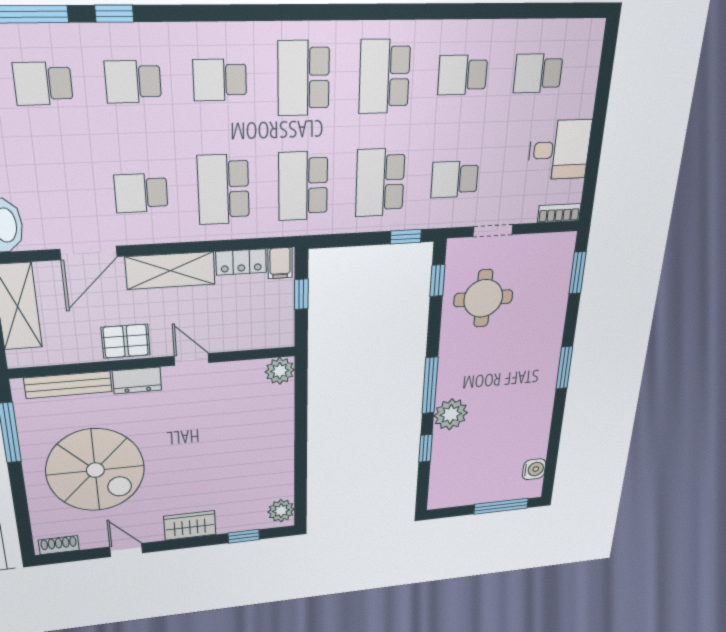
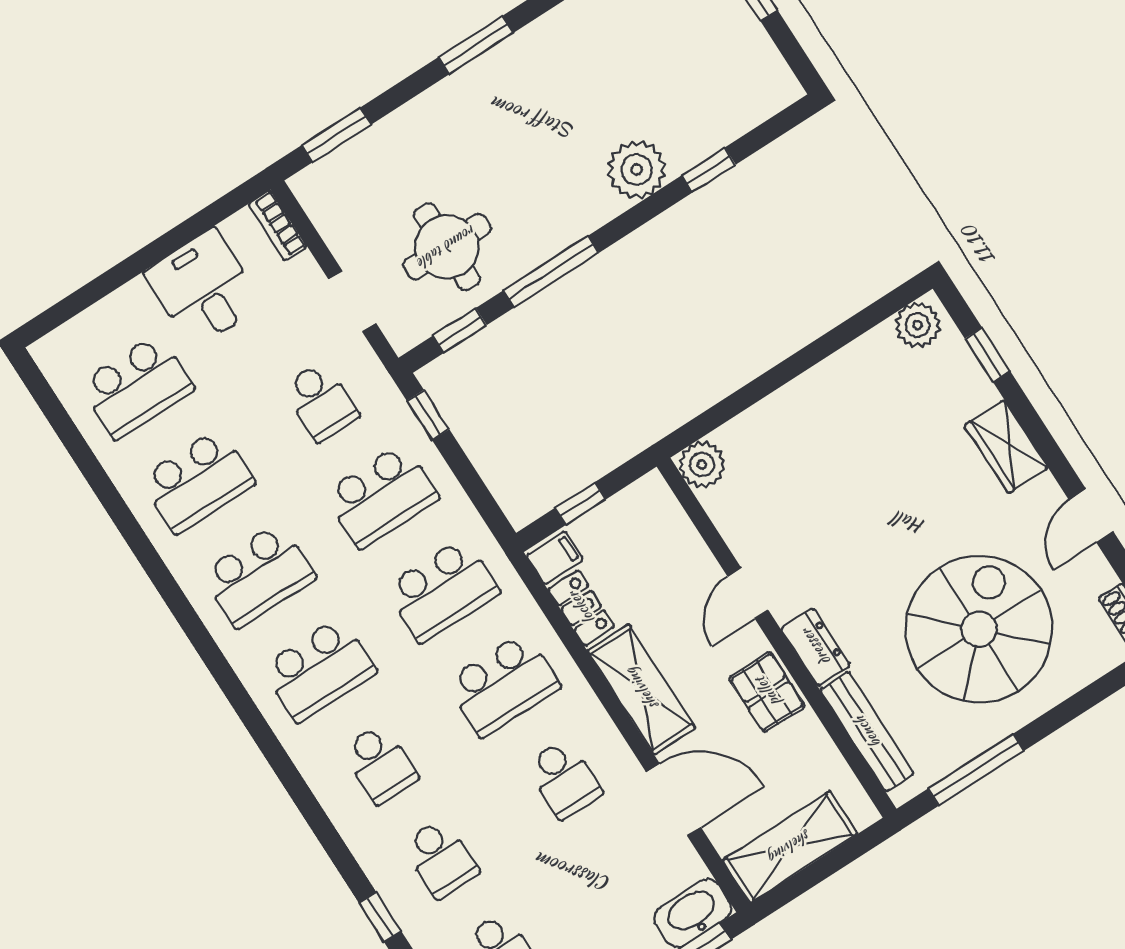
school desk: (538, 73) -> (137, 387), width x1.85
school desk: (463, 75) -> (198, 481), width x1.85
window: (430, 385) -> (551, 272), moved

